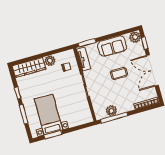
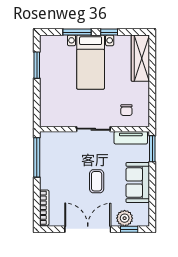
plant: (135, 37) -> (125, 218), moved
plant: (50, 61) -> (142, 90), removed
plant: (112, 111) -> (47, 156), removed
bed with nightstands: (48, 115) -> (91, 62), moved, turned 90

